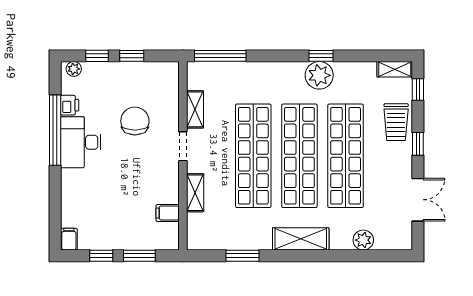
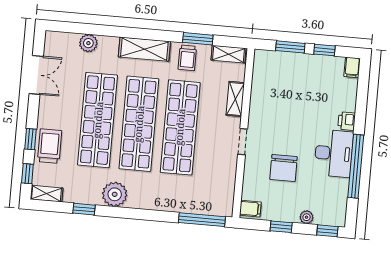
window: (97, 56) -> (327, 231), moved
window: (321, 56) -> (84, 209), moved
plant: (74, 69) -> (307, 217), moved
printer: (70, 105) -> (347, 121), moved
shelving: (195, 109) -> (229, 54), moved, turned 90
window: (418, 144) -> (30, 139), moved
double door: (418, 200) -> (36, 75), swing flipped
filing cabinet: (168, 213) -> (250, 209), moved
trolley: (252, 234) -> (187, 58), added

